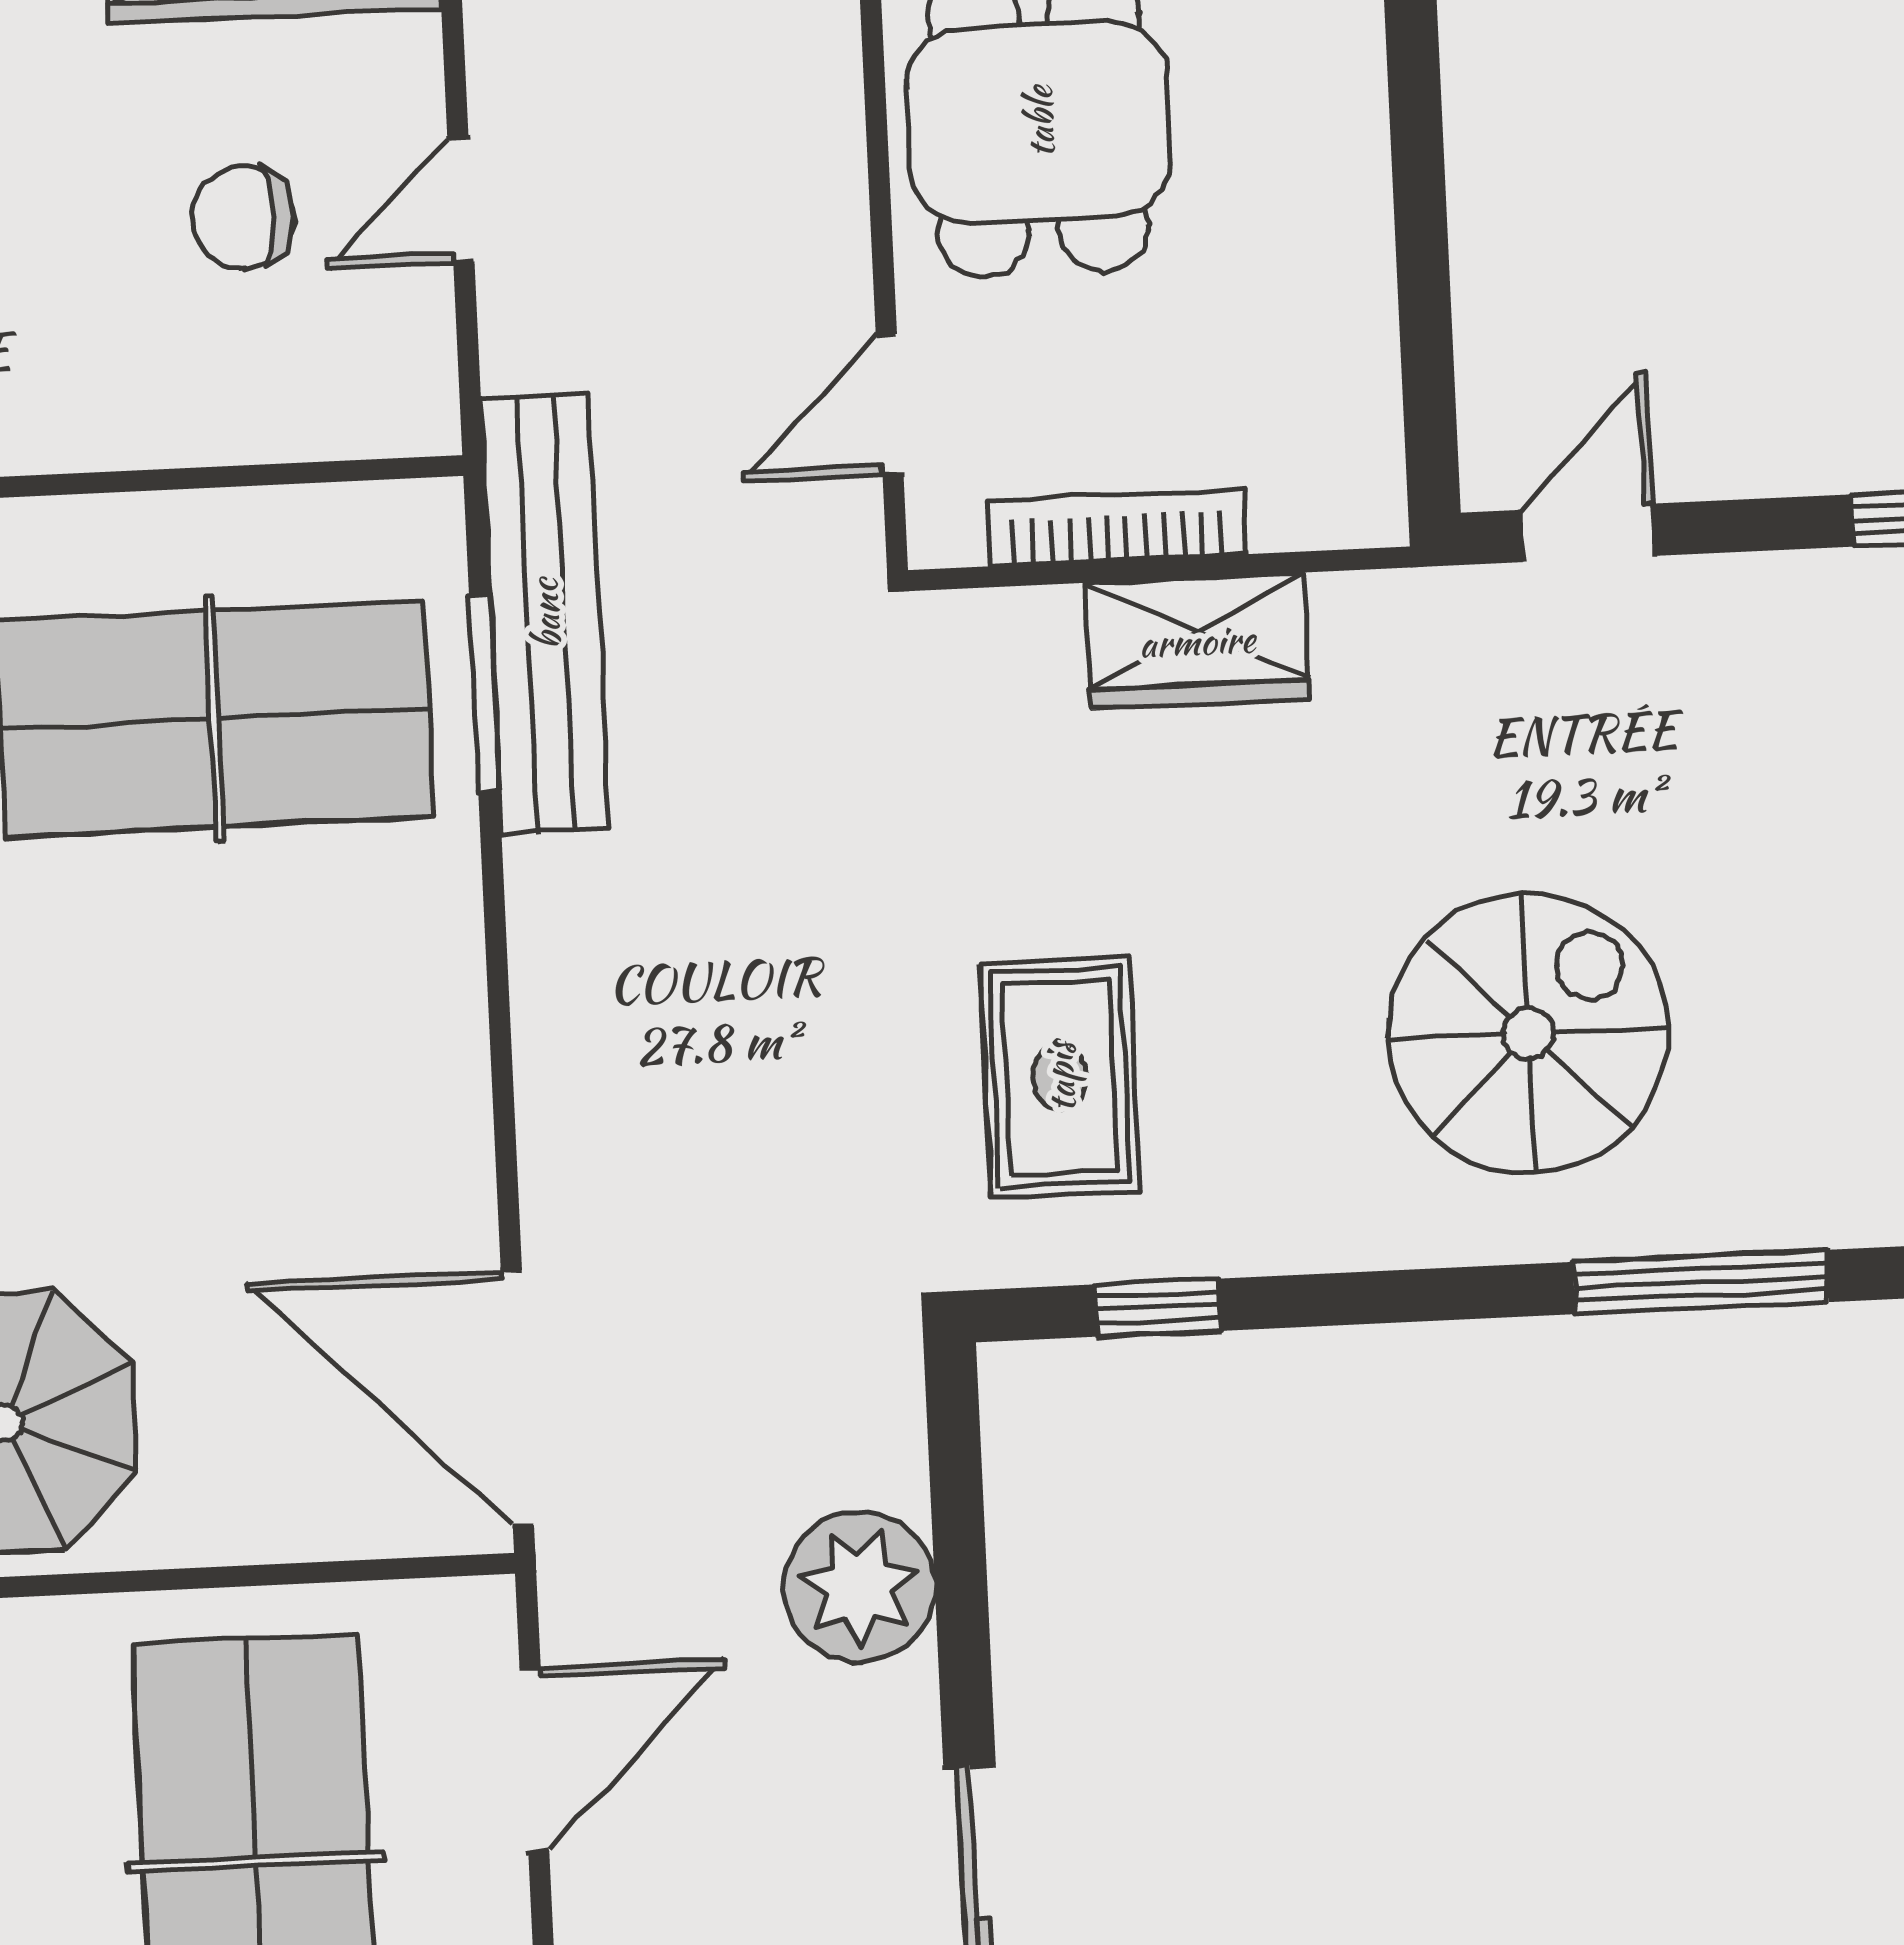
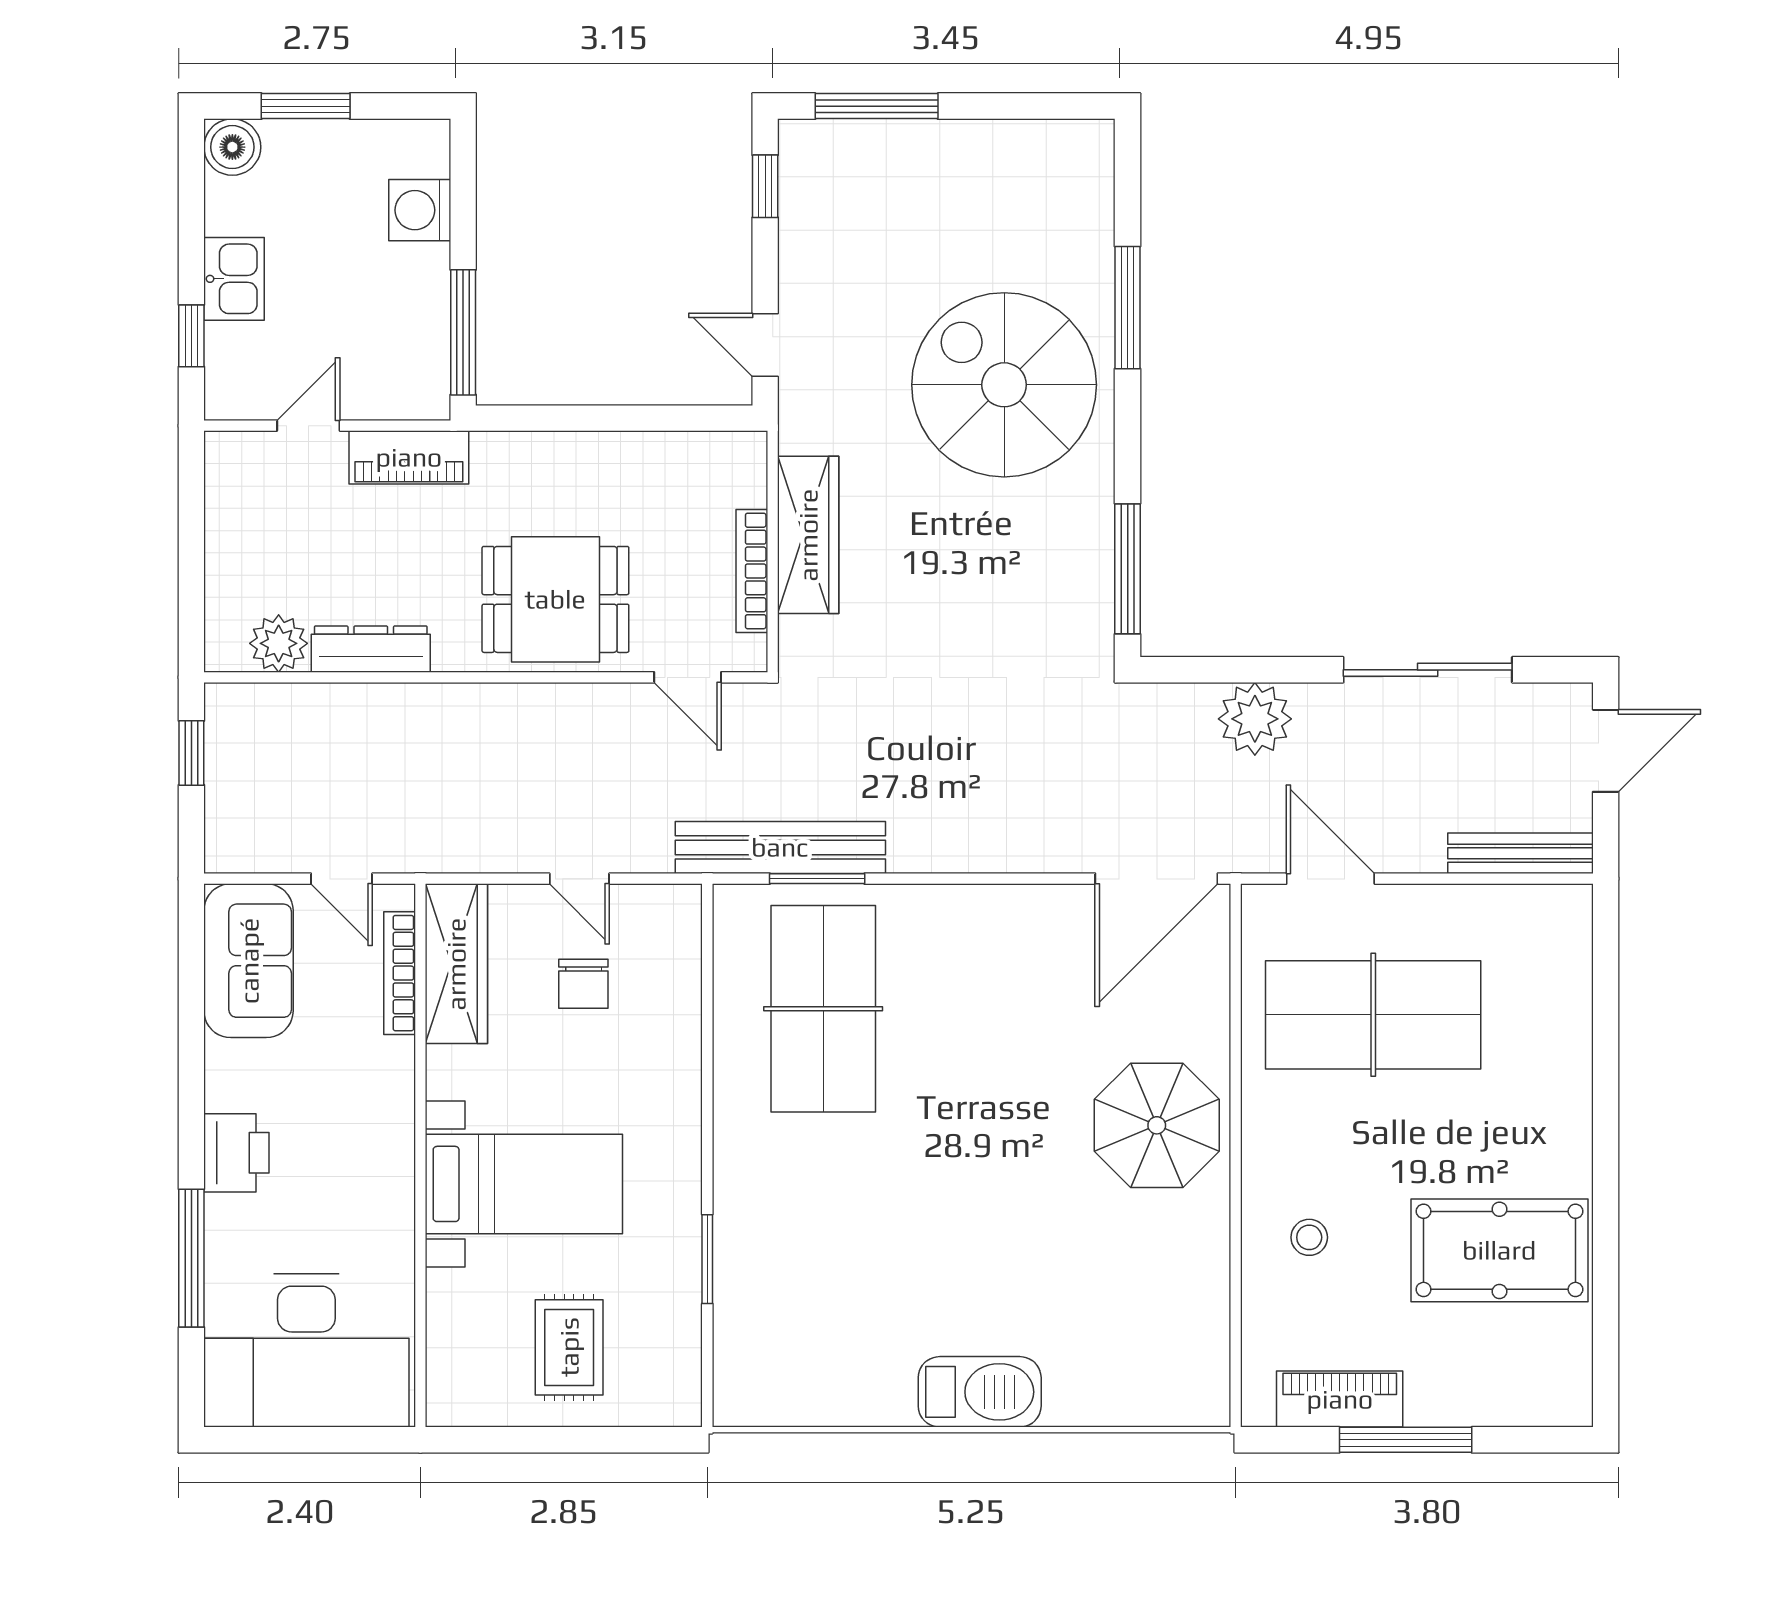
wardrobe: (1197, 641) -> (808, 535), width x1.50
spiral stairs: (1528, 1033) -> (1004, 385), width x1.37, depth x1.37
rug: (1060, 1077) -> (1015, 611), removed
window: (1158, 1308) -> (1128, 569), width x2.17

